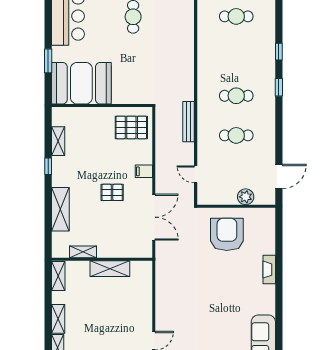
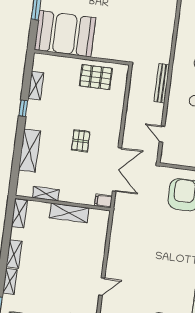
pallet: (131, 127) -> (96, 77), moved
filing cabinet: (144, 171) -> (103, 201), moved
pallet: (112, 192) -> (81, 141), turned 90

